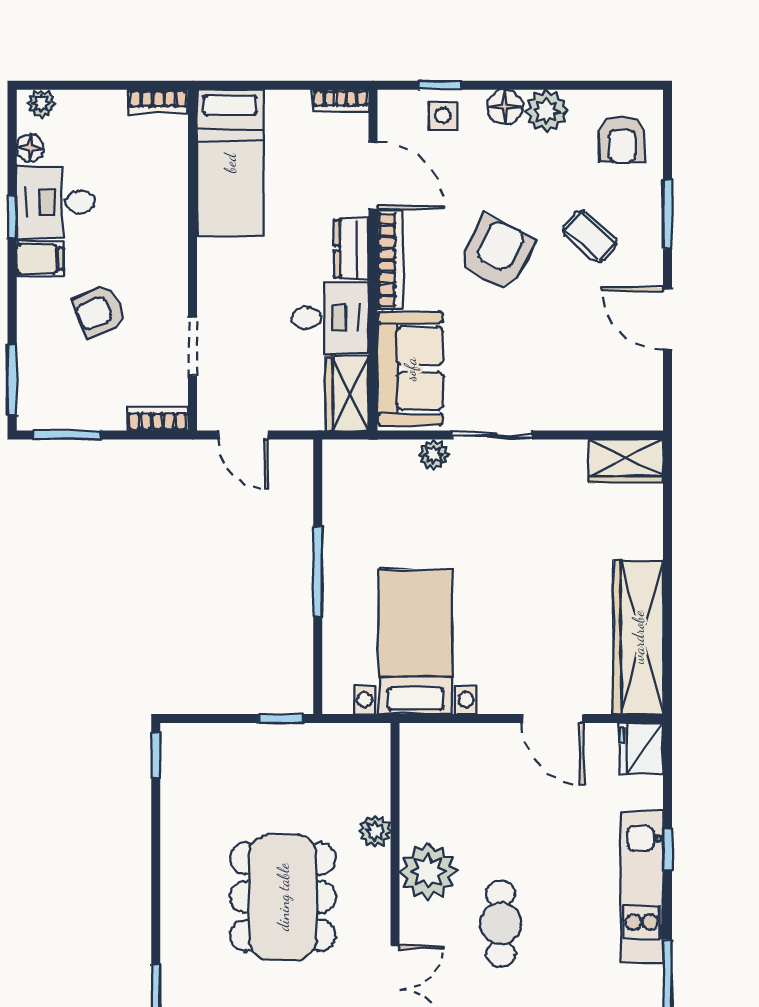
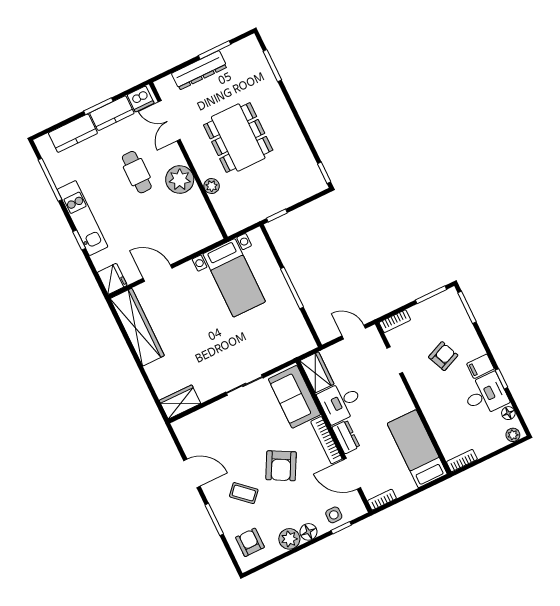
plant: (434, 455) -> (266, 364), removed

